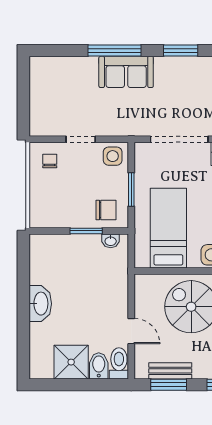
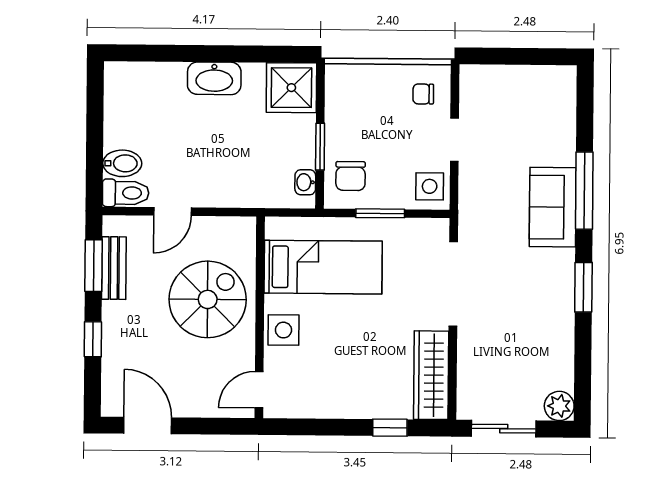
chair: (50, 161) -> (423, 94), turned 180
shower: (71, 362) -> (291, 88), moved

